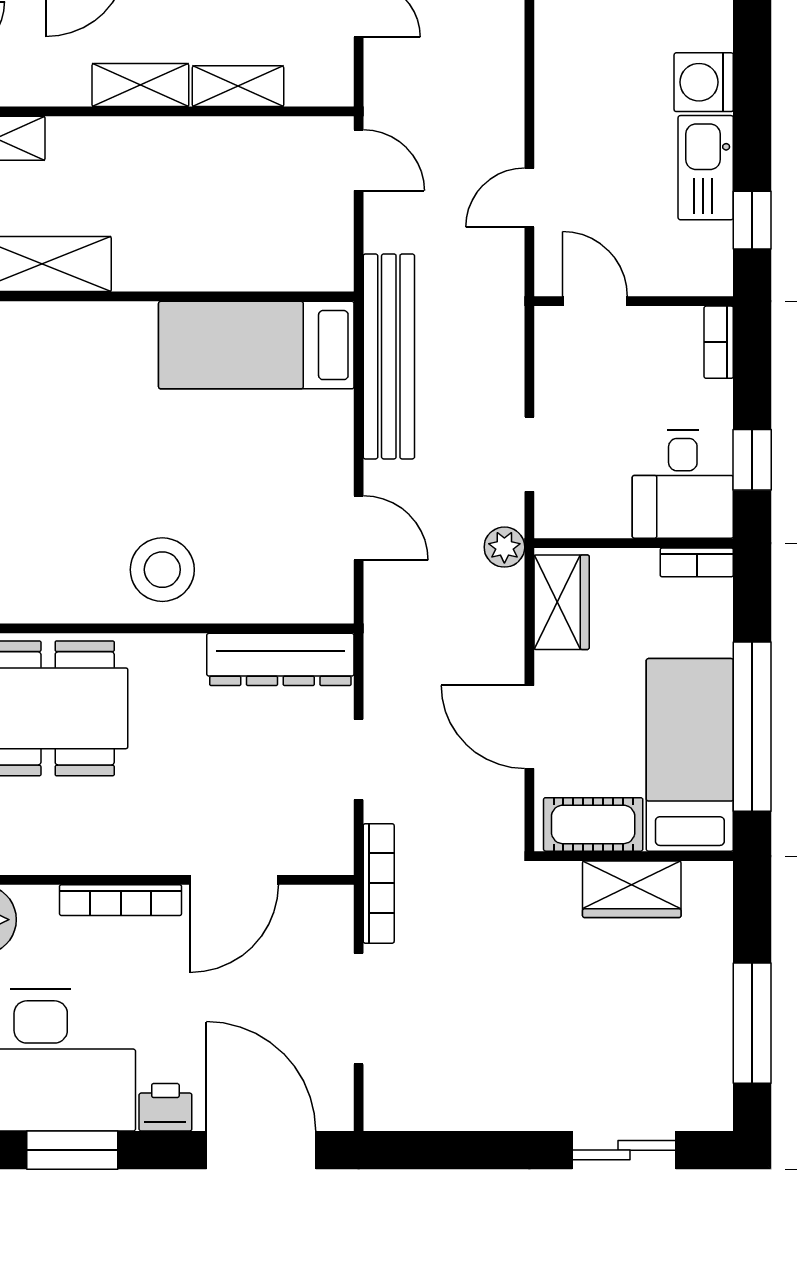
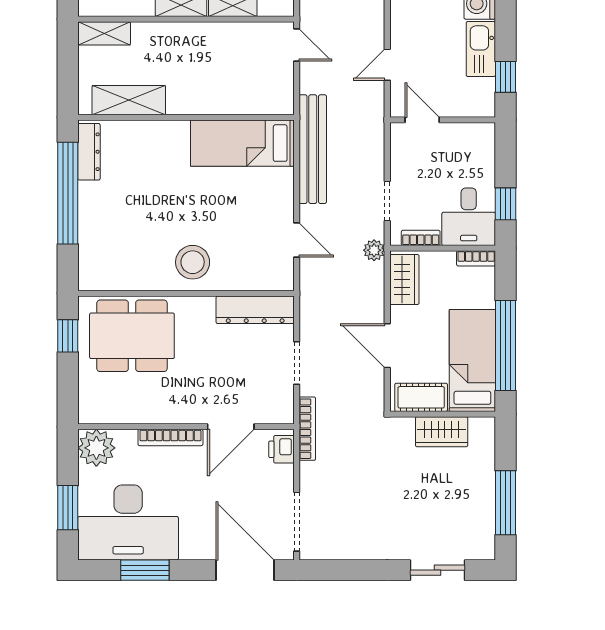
bookcase: (719, 342) -> (421, 238), moved, turned 90
doorway: (359, 1009) -> (297, 522), moved
printer: (165, 1107) -> (282, 449), moved, turned -90

